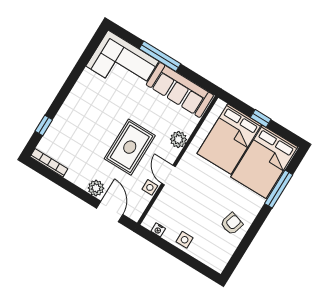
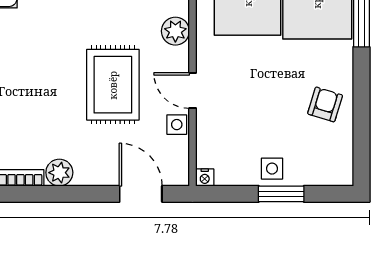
plant: (96, 188) -> (59, 173), moved
nightstand: (158, 230) -> (205, 177), moved
window: (181, 256) -> (281, 194), added

